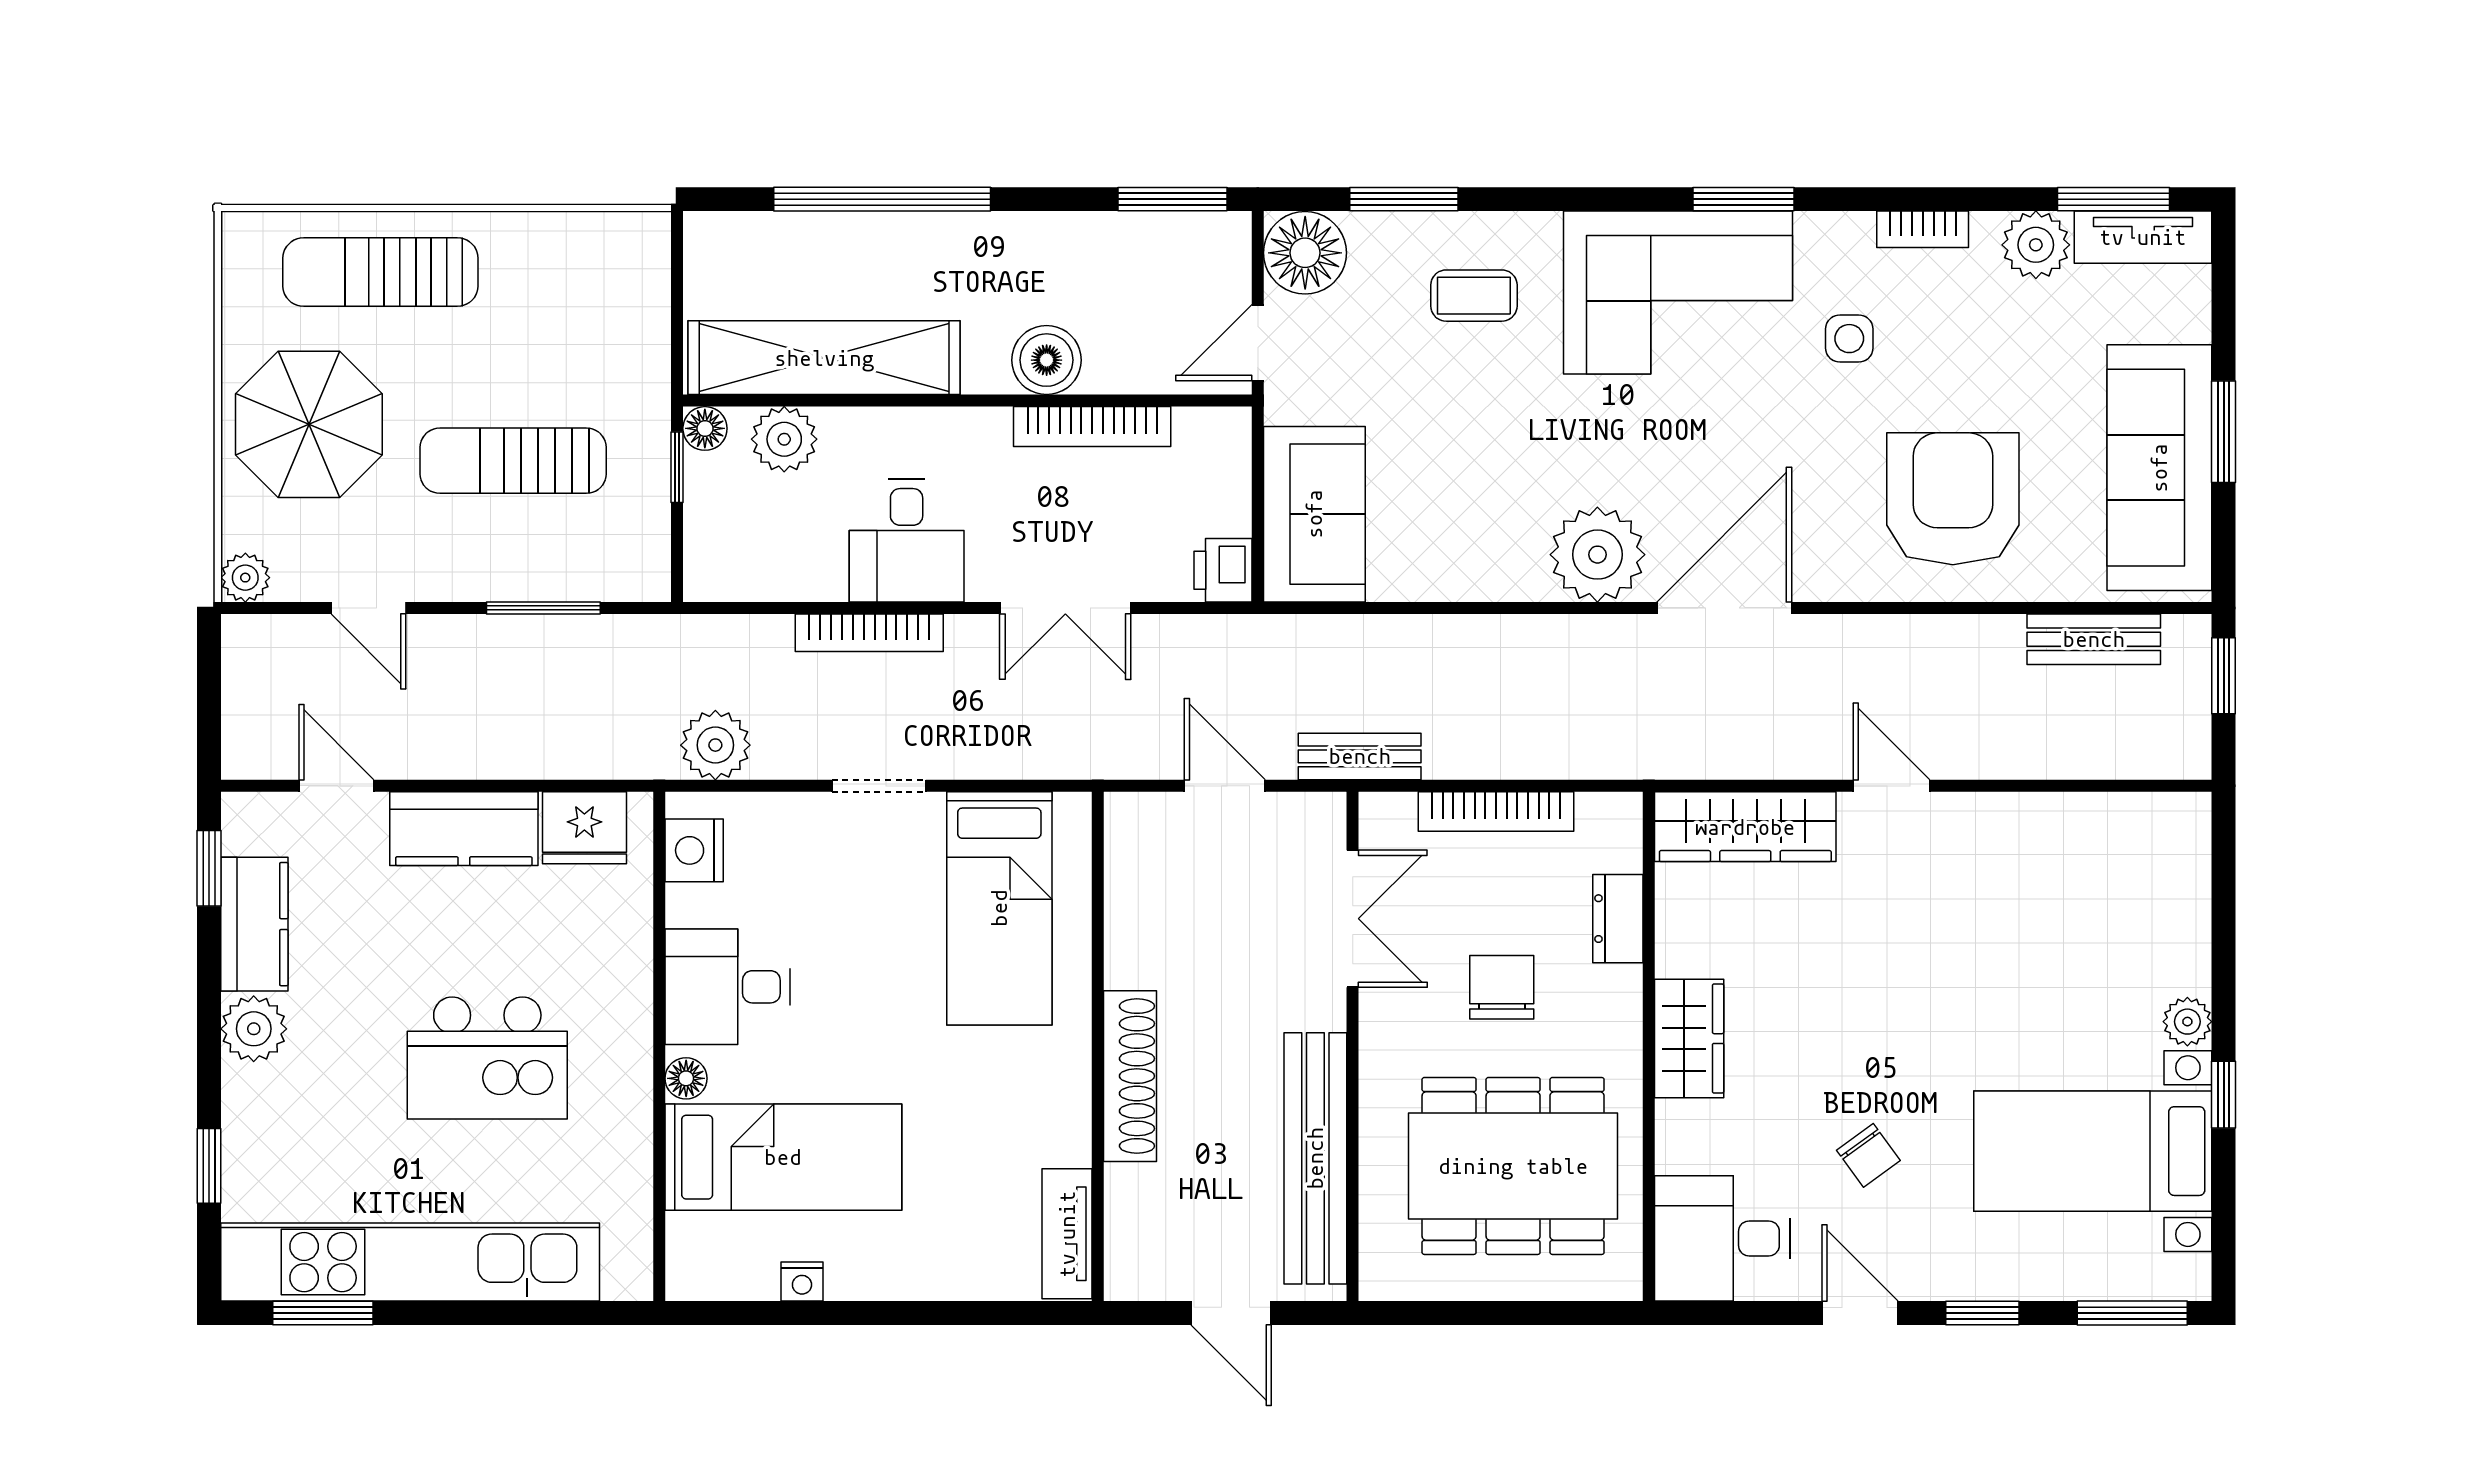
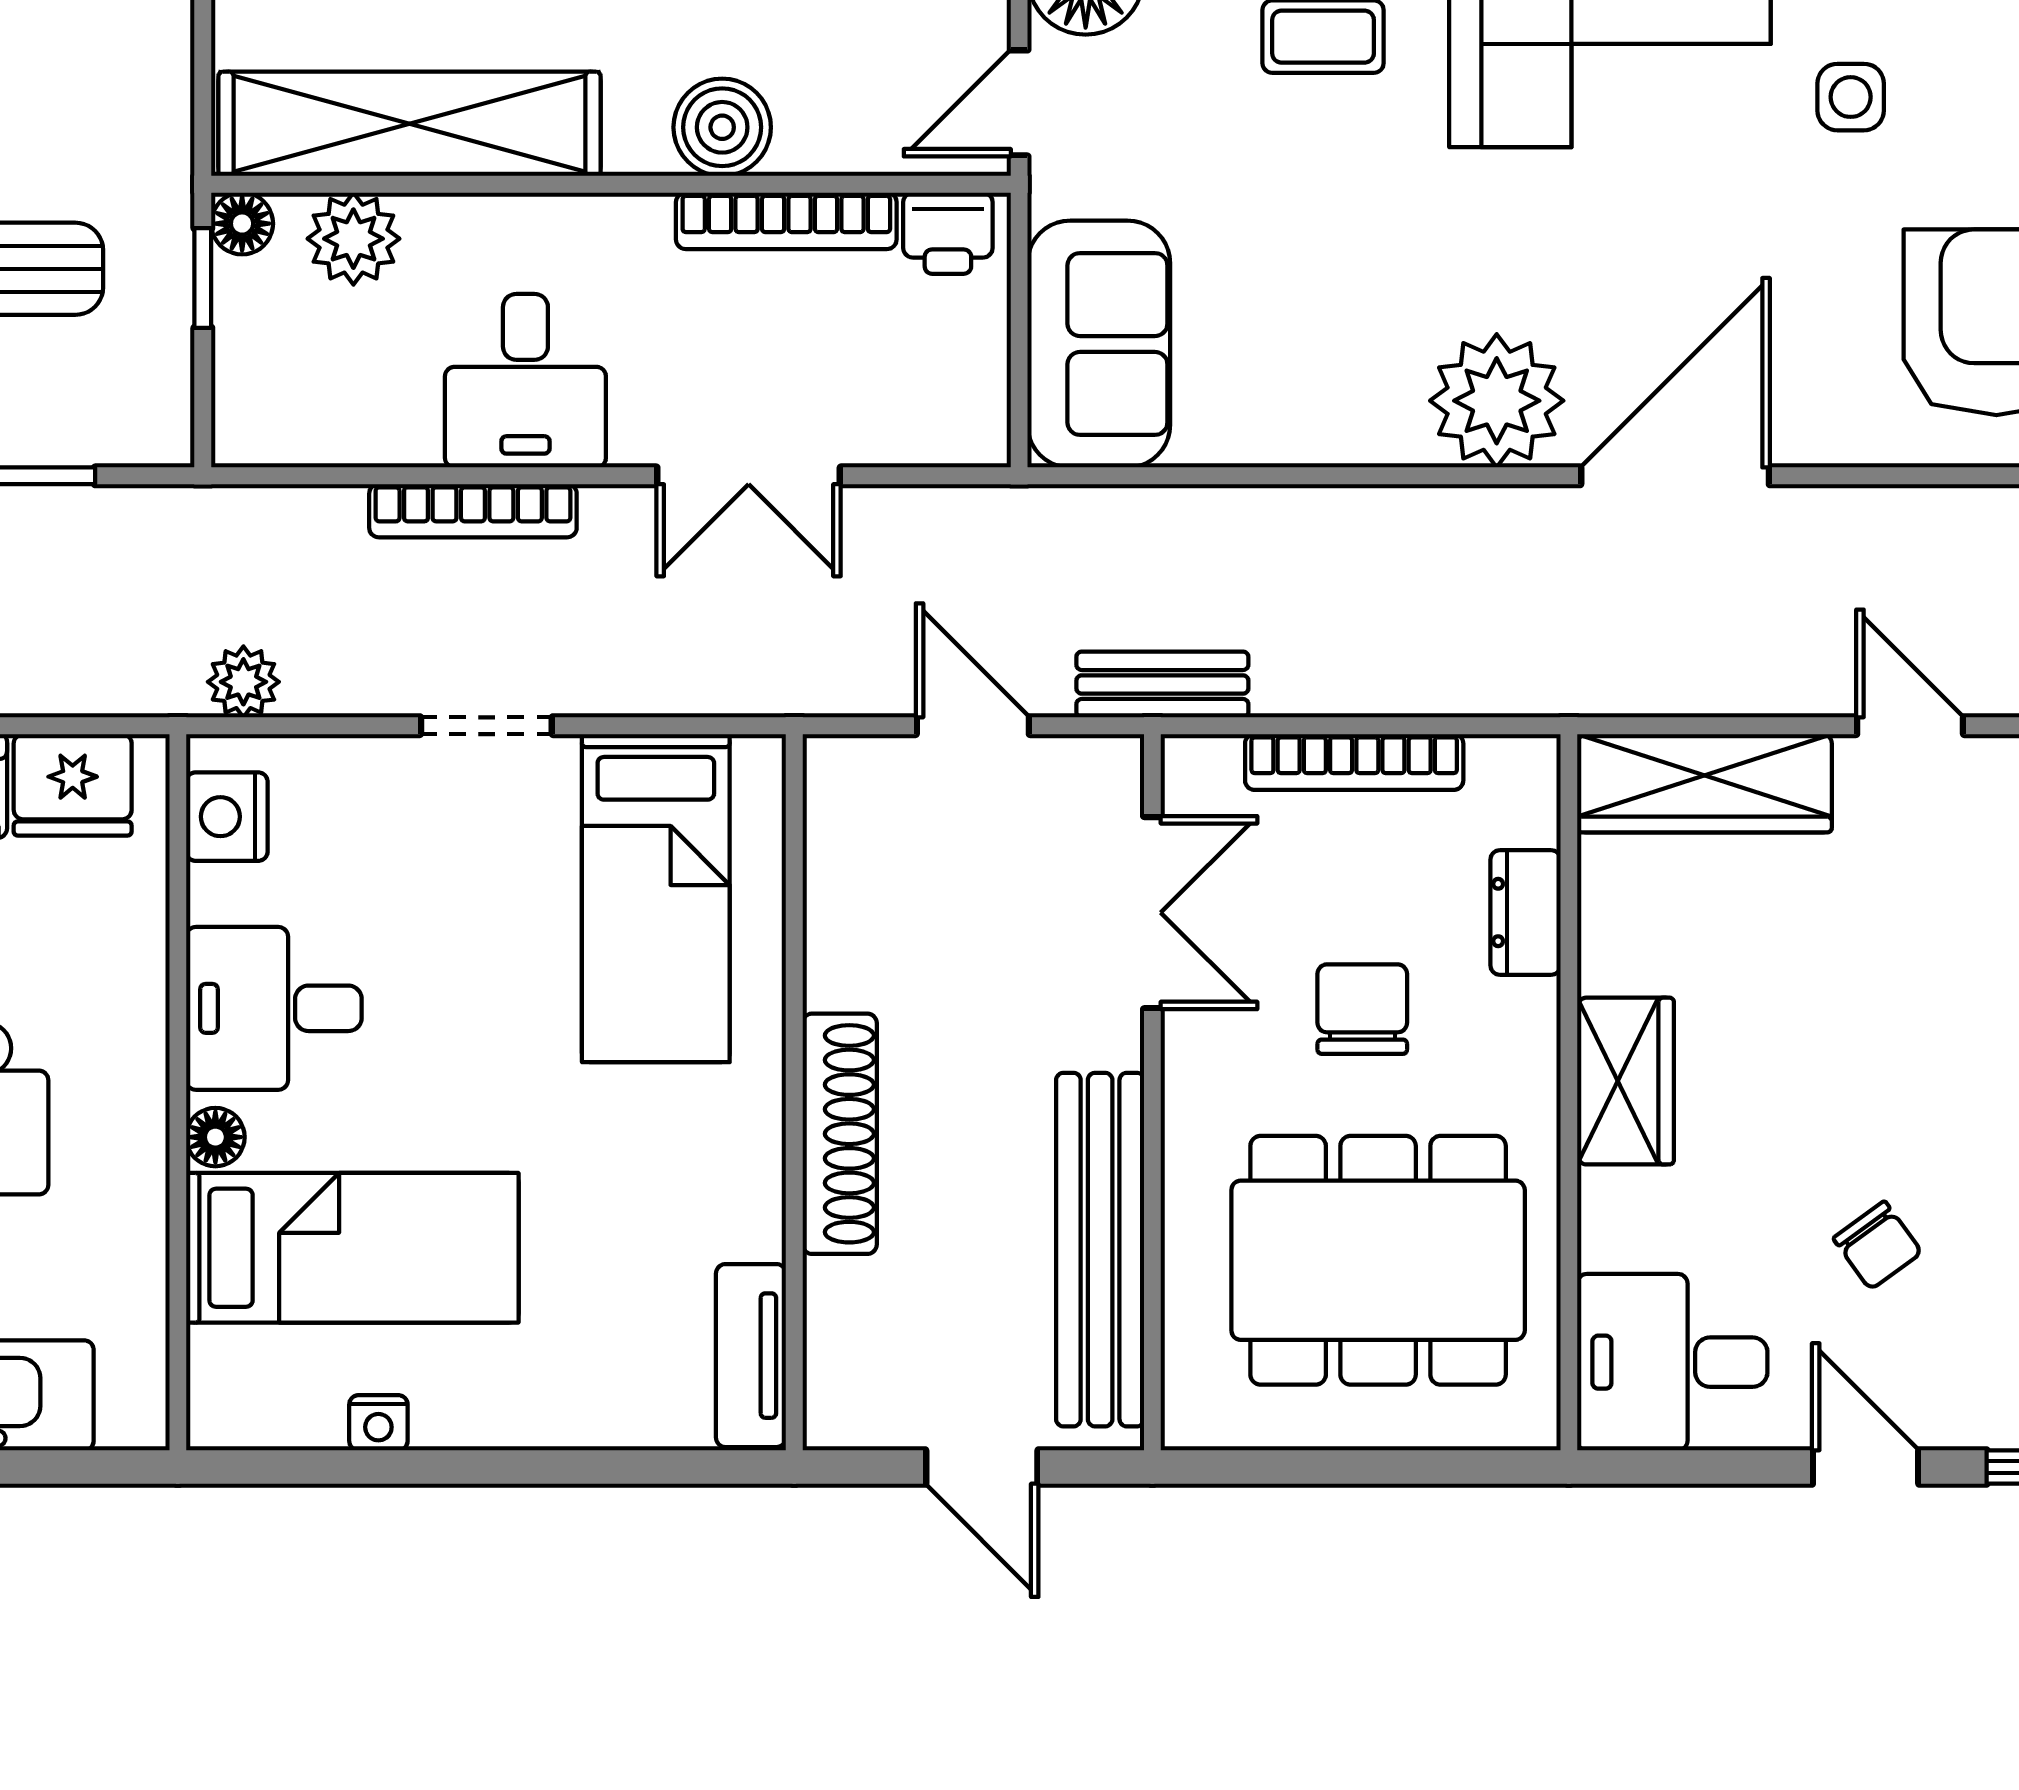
printer: (1223, 570) -> (948, 233), moved, turned -90
plant: (715, 745) -> (243, 682), width x0.73, depth x0.73

